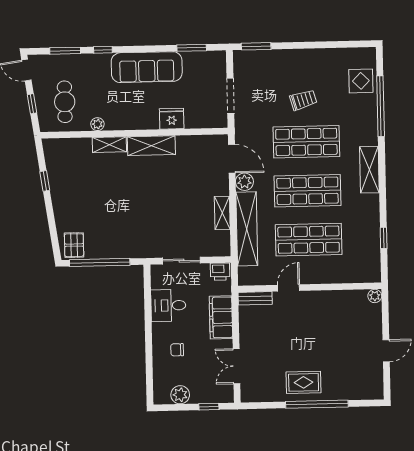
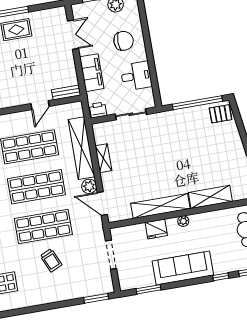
trolley: (303, 100) -> (51, 260), turned -98
plant: (97, 124) -> (183, 221), moved
shelving: (109, 145) -> (210, 197), width x1.50, depth x1.33
shelving: (151, 146) -> (160, 206), width x1.47
pallet: (74, 245) -> (221, 114), turned 90
chair: (177, 350) -> (124, 41), width x1.87, depth x1.87

